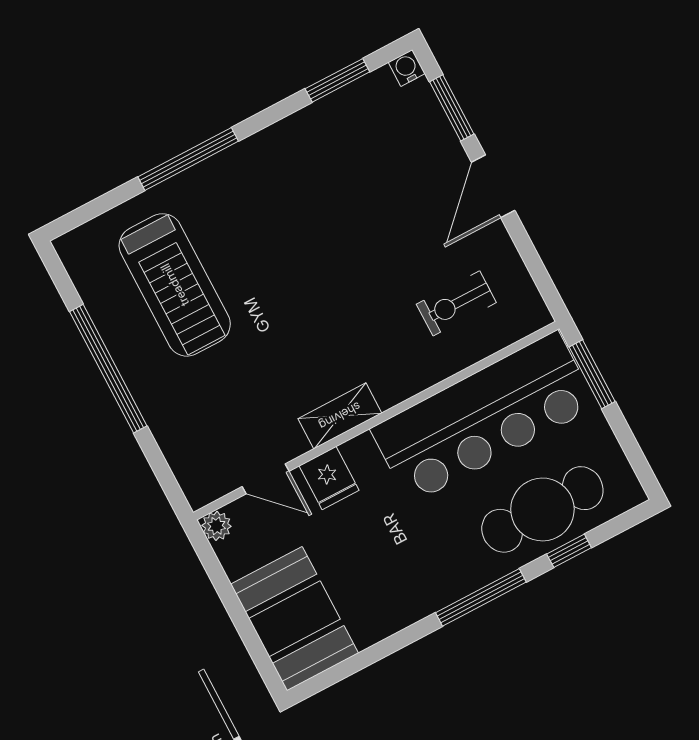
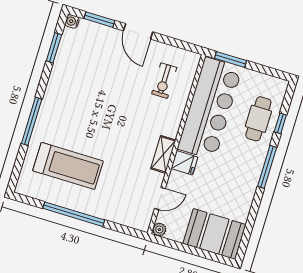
fridge: (329, 478) -> (184, 163), moved
cafe table: (542, 509) -> (258, 119), width x0.73, depth x0.74

